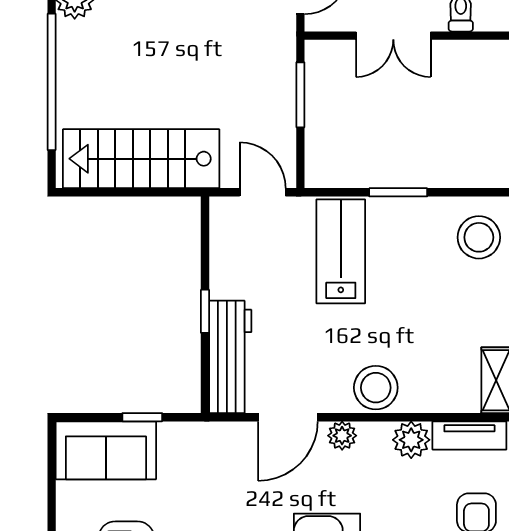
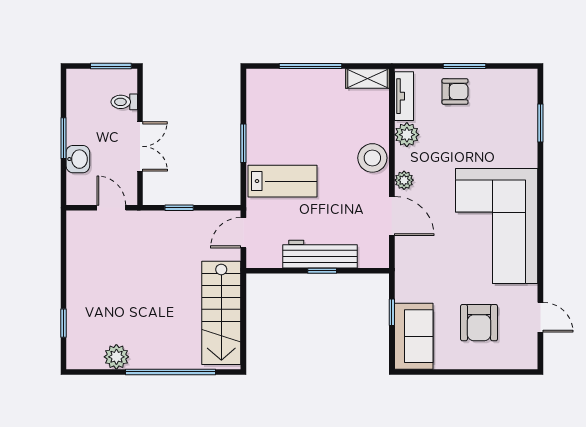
window: (300, 95) -> (179, 208), width x0.67
stool: (479, 237) -> (273, 90), removed
lab bench: (341, 251) -> (282, 181), turned 180
workbench: (230, 357) -> (320, 254), moved

